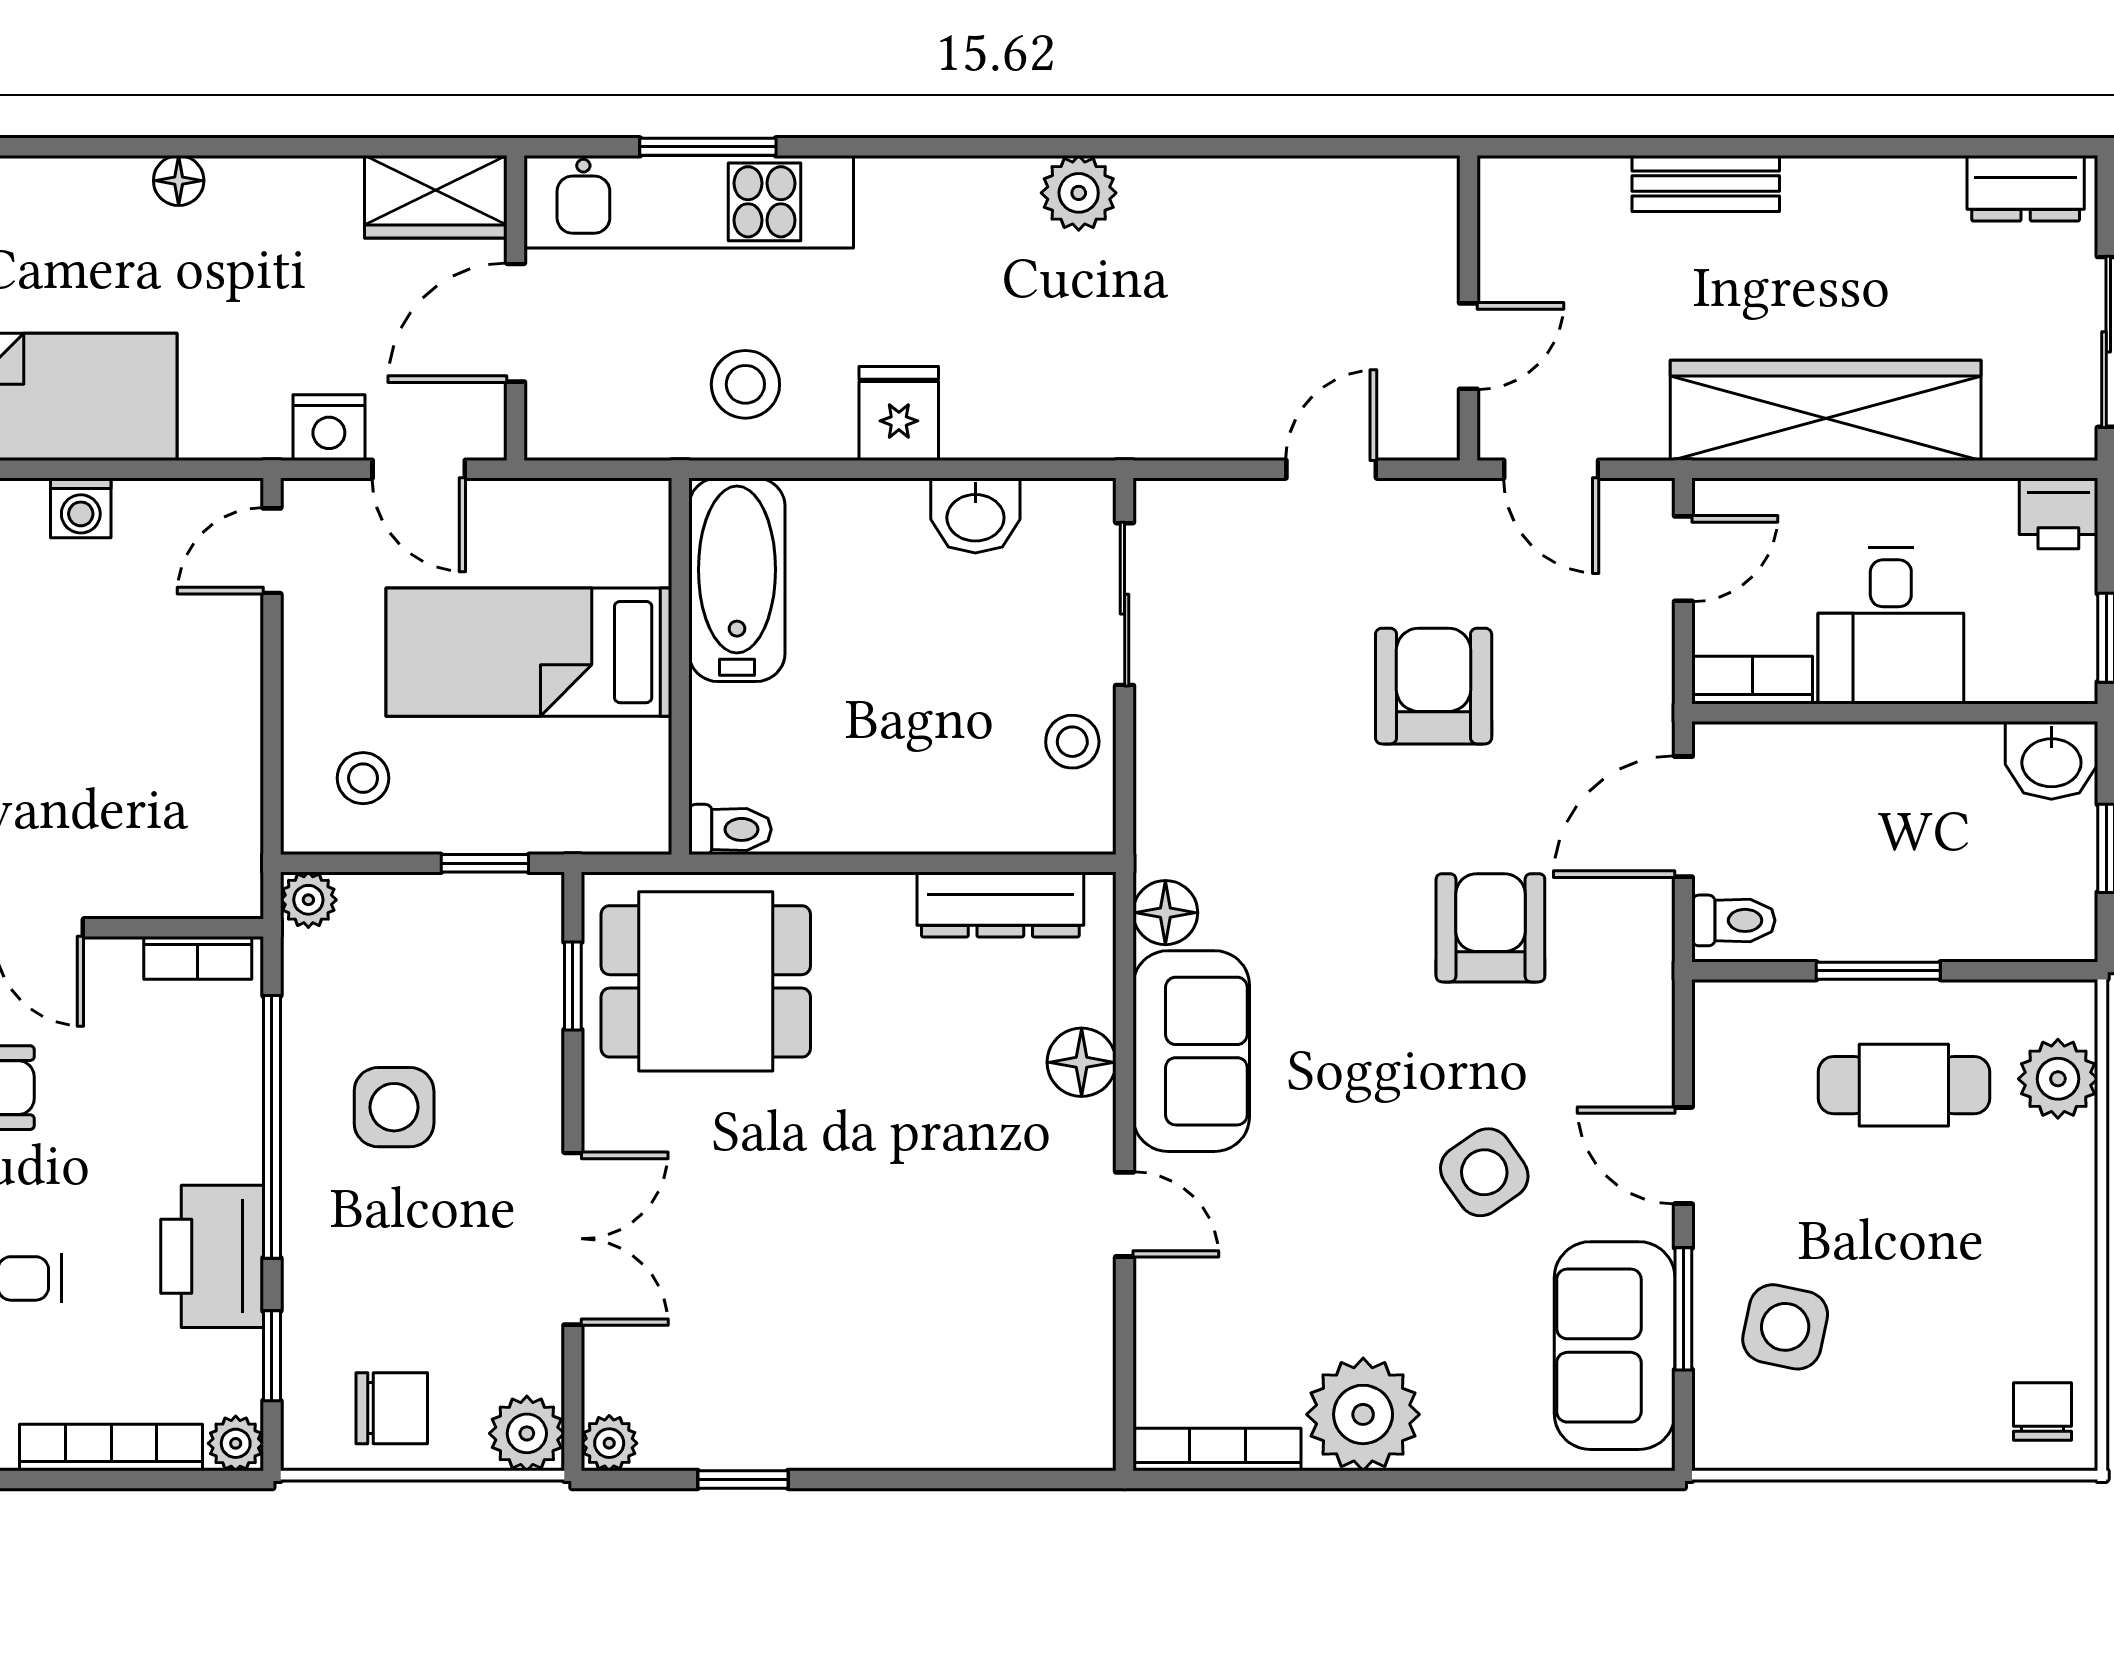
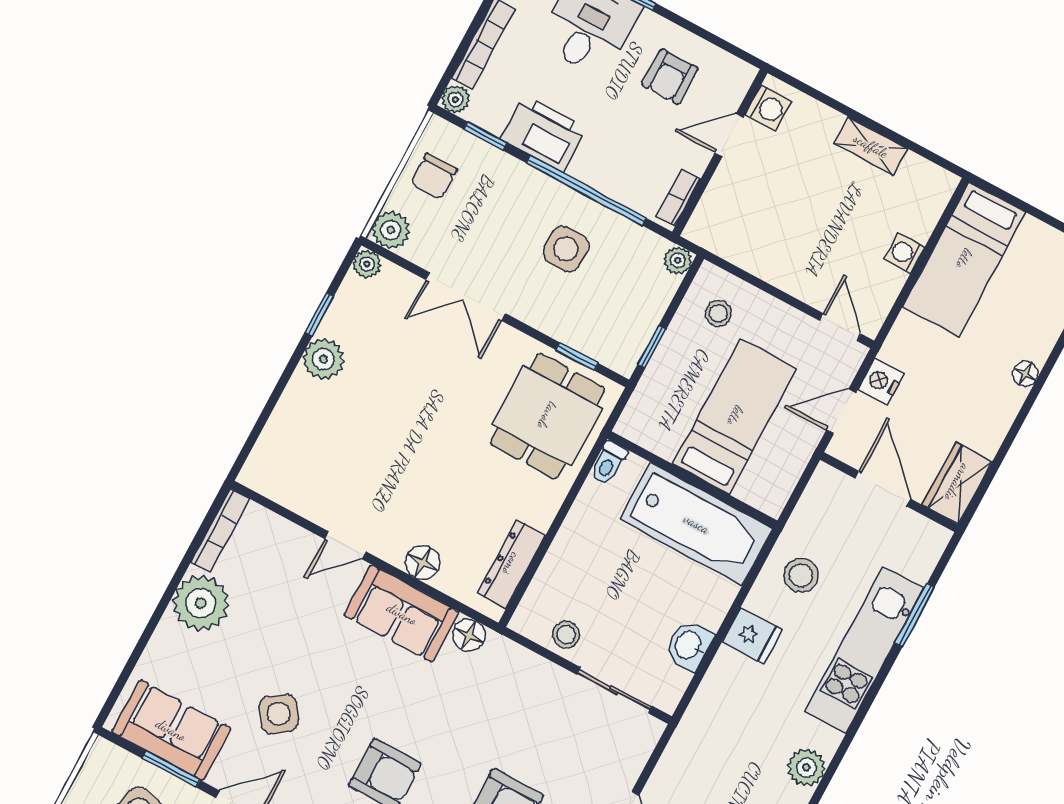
kitchen unit: (689, 202) -> (865, 650), moved
bathtub: (737, 580) -> (697, 524), width x1.36, depth x1.36
plant: (818, 1430) -> (323, 359), added

